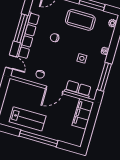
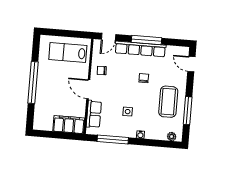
lab bench: (28, 119) -> (68, 53), moved, turned 90

